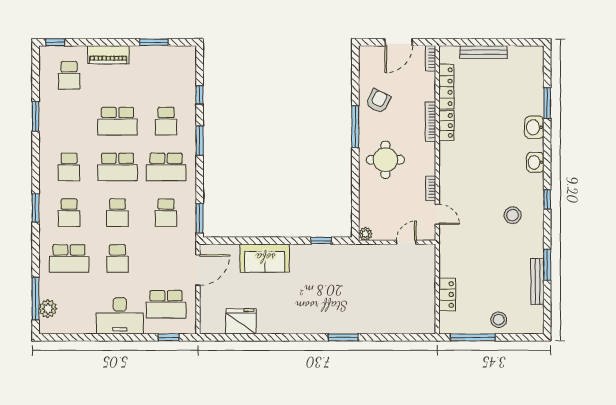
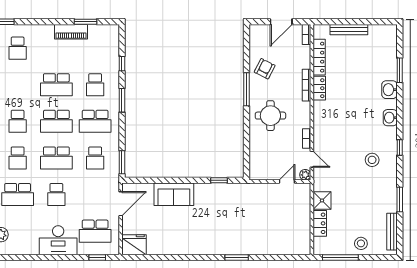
piano: (108, 55) -> (71, 32), moved
school desk: (118, 213) -> (56, 158), width x1.85
plant: (365, 234) -> (305, 175), moved
shower: (450, 266) -> (322, 200), added
bench: (537, 281) -> (392, 232), moved
fridge: (241, 321) -> (134, 245), moved

